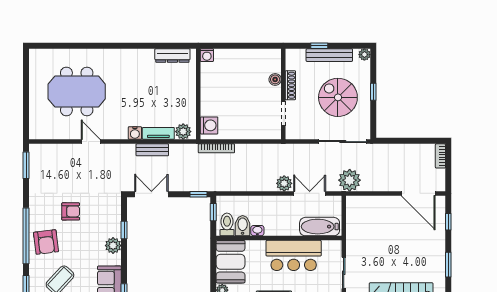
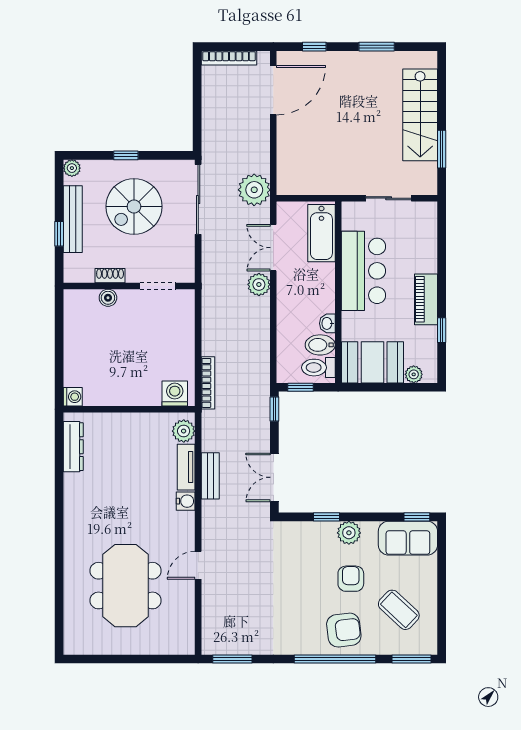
shoe rack: (290, 85) -> (110, 276), width x0.70
bookcase: (440, 156) -> (229, 58), width x1.56
armchair: (71, 211) -> (351, 579), moved

